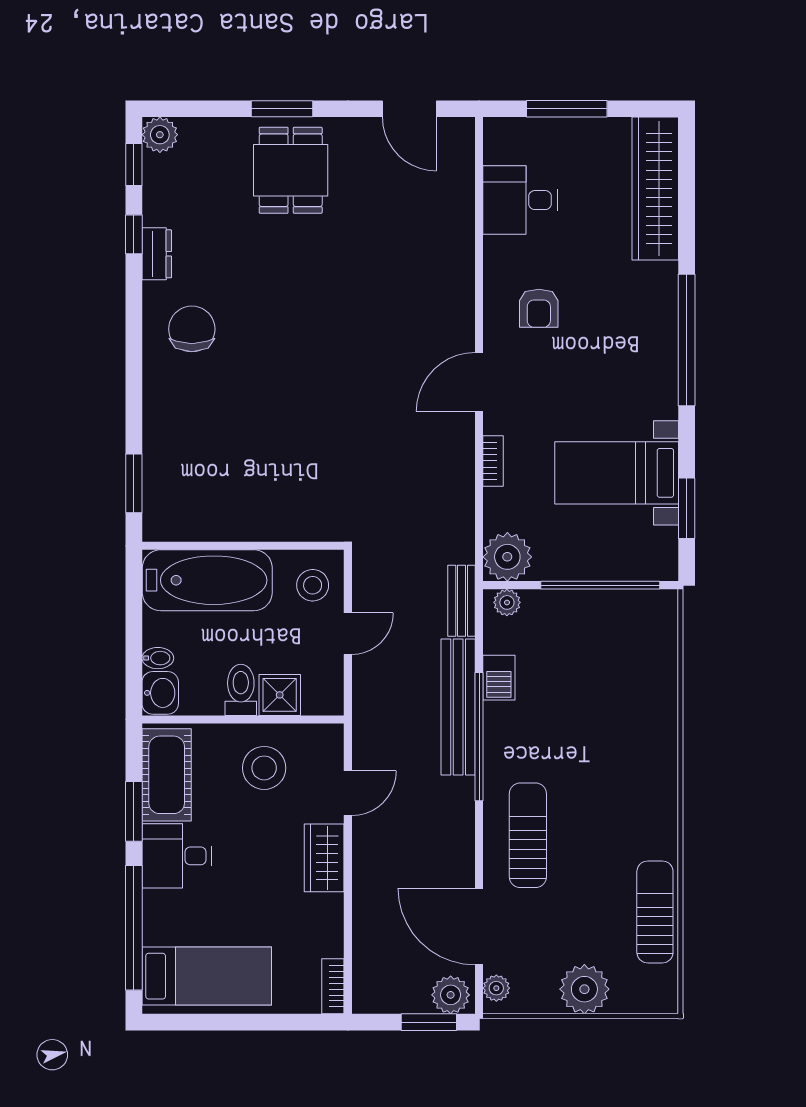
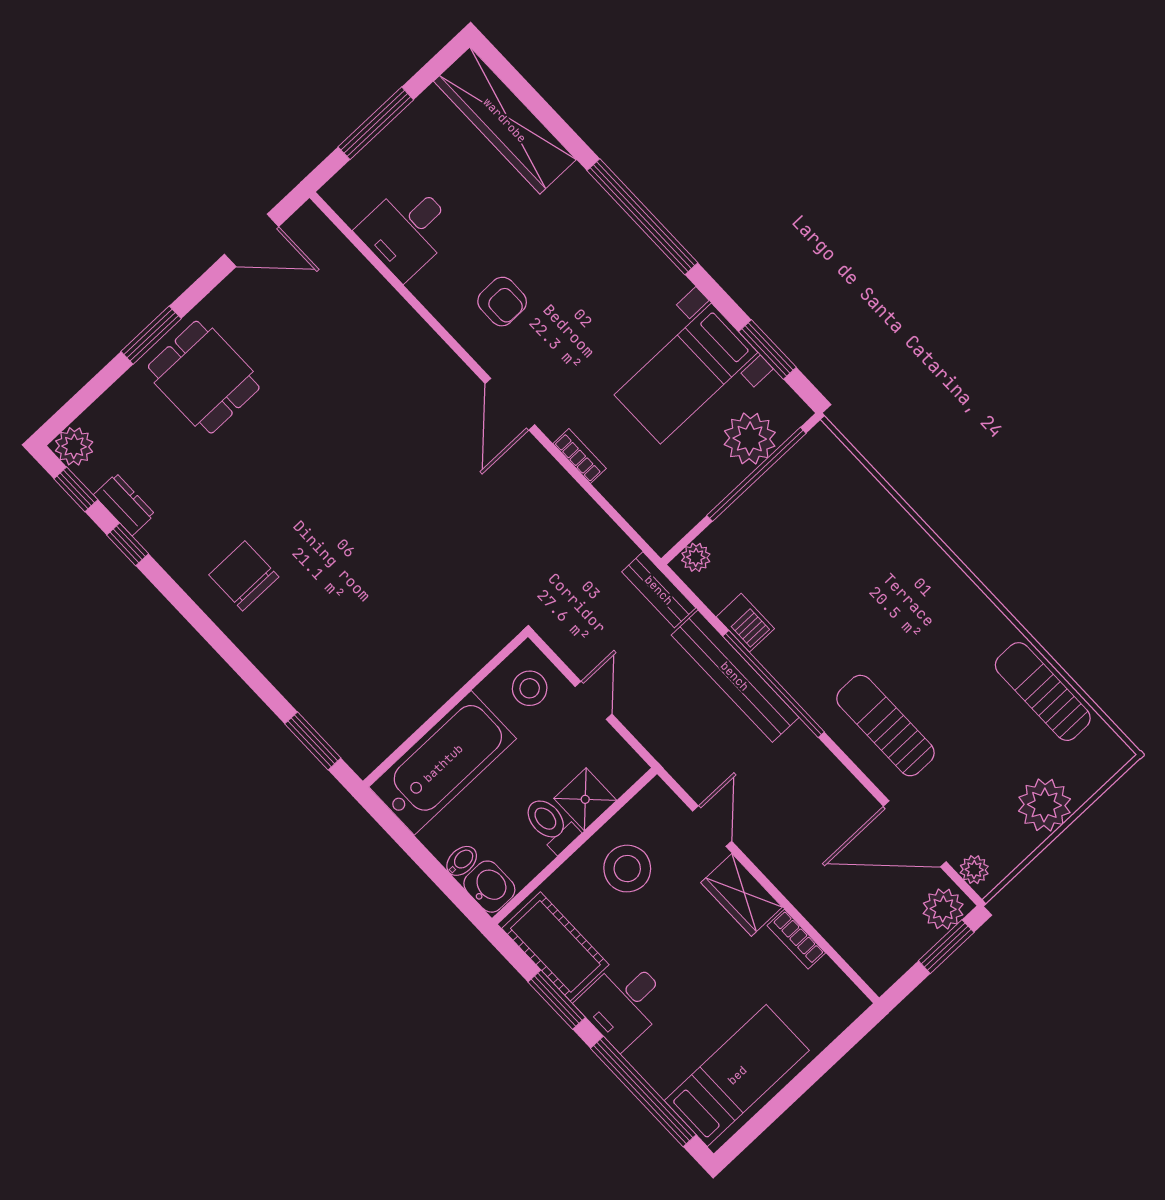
dresser: (157, 254) -> (124, 504), moved
plant: (507, 557) -> (750, 439), moved
bookcase: (333, 986) -> (796, 939), moved

